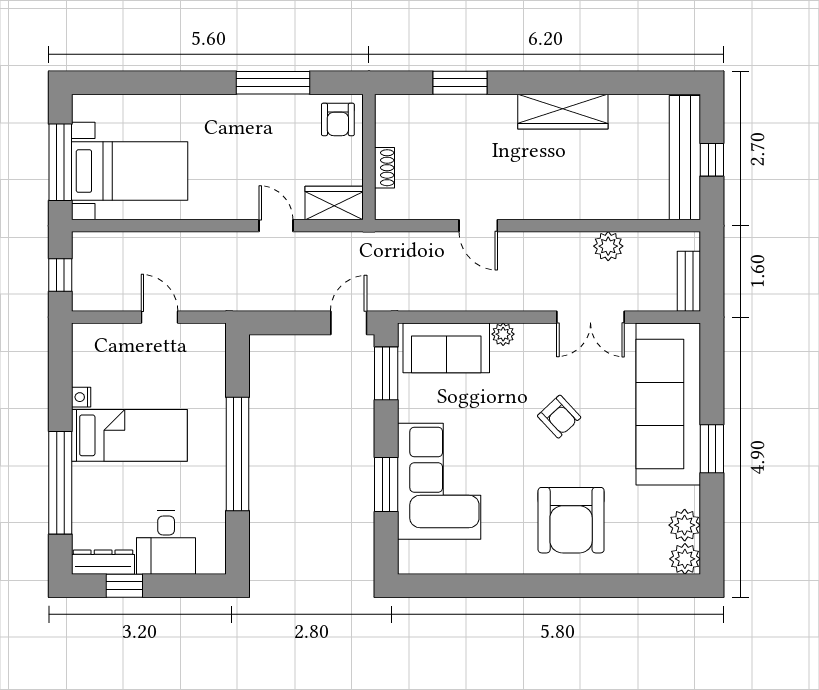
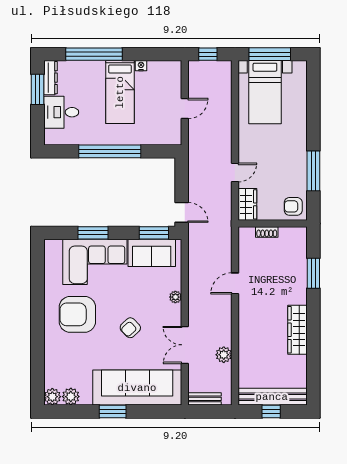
sofa: (446, 348) -> (152, 253), moved, turned -90
armchair: (571, 520) -> (77, 314), moved
window: (124, 586) -> (38, 89), width x1.50

